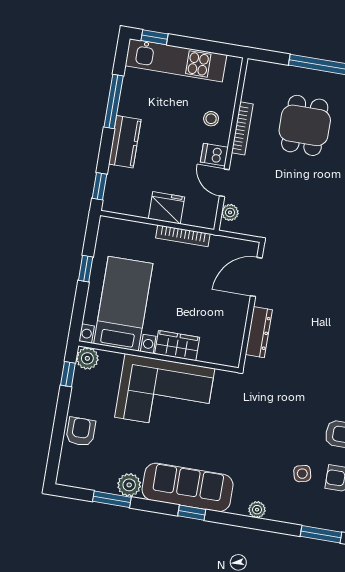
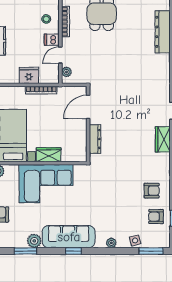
door: (224, 183) -> (60, 55), hinge flipped
side table: (302, 474) -> (135, 240), moved

